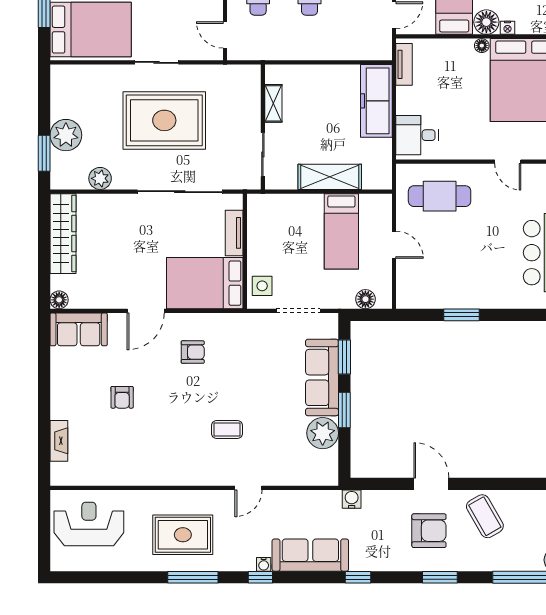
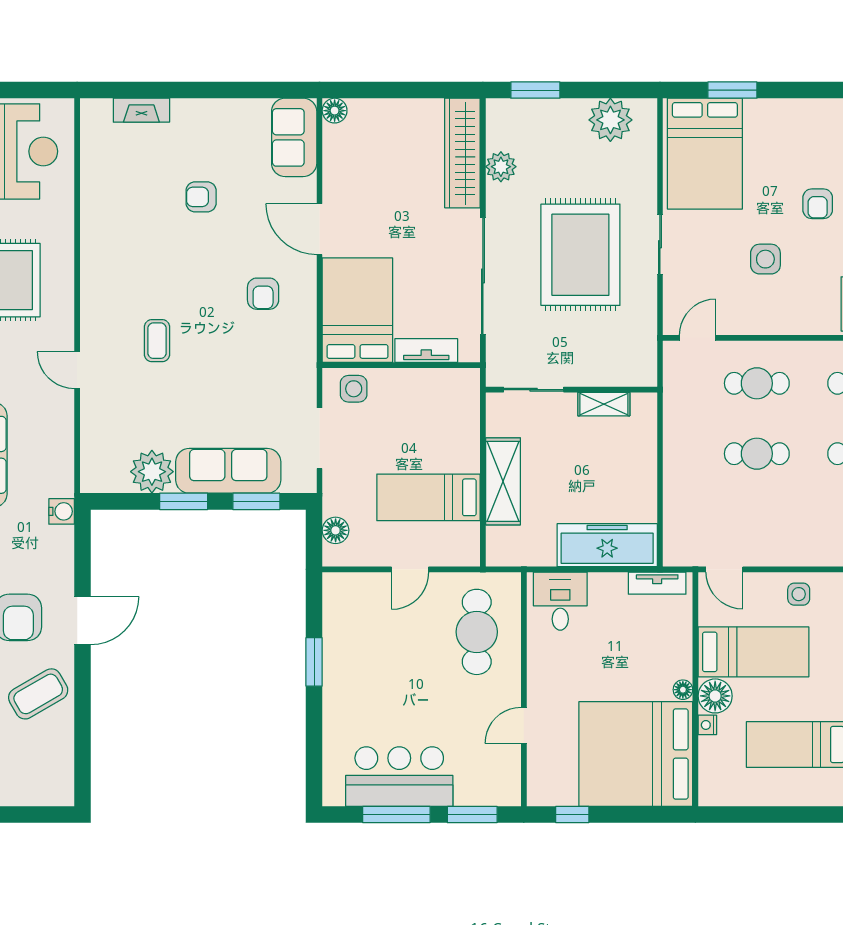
plant: (66, 135) -> (610, 120), moved
wardrobe: (63, 234) -> (462, 153), moved, turned 90

